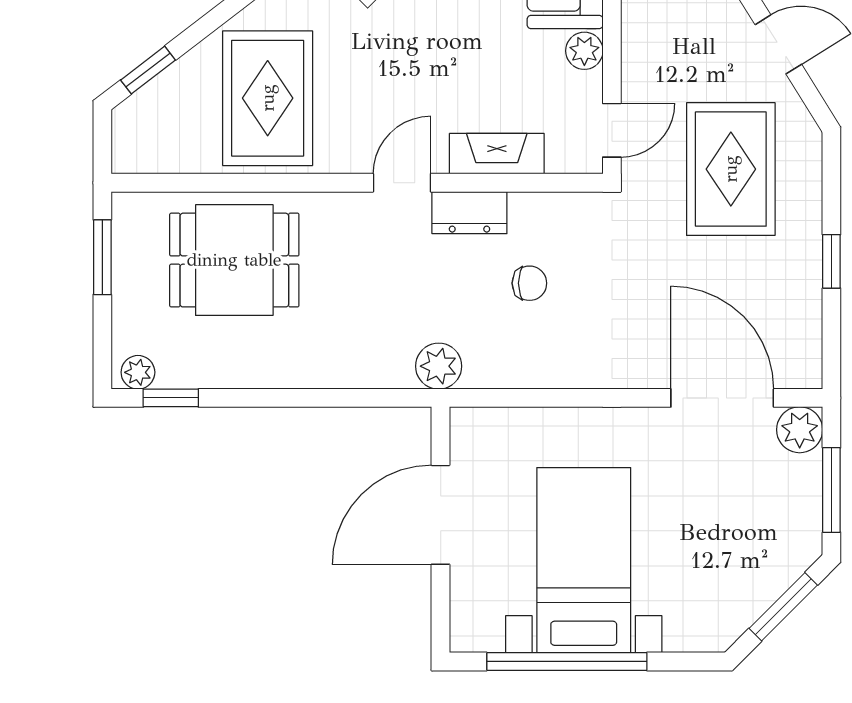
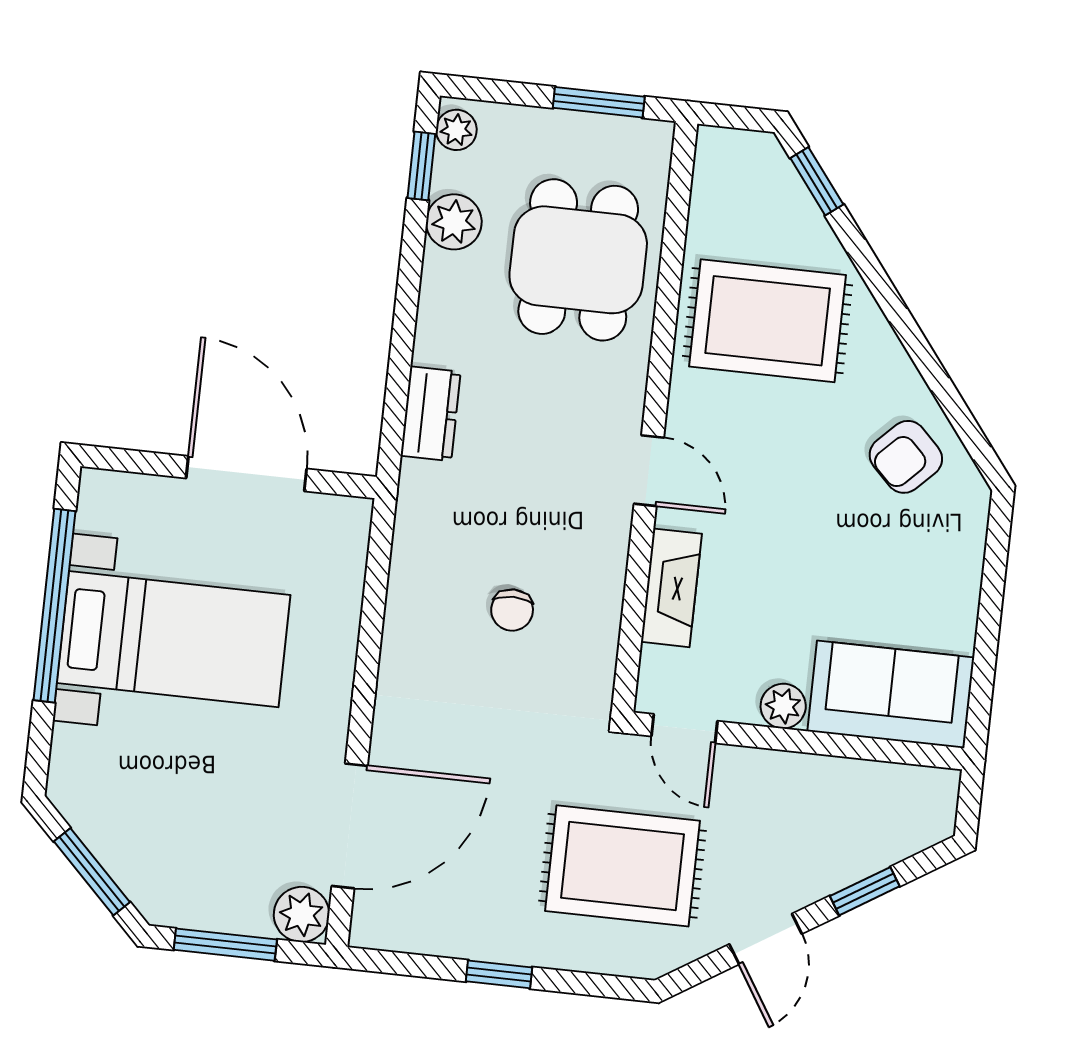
dresser: (469, 213) -> (431, 414), moved, turned 180
plant: (439, 366) -> (454, 222), moved

